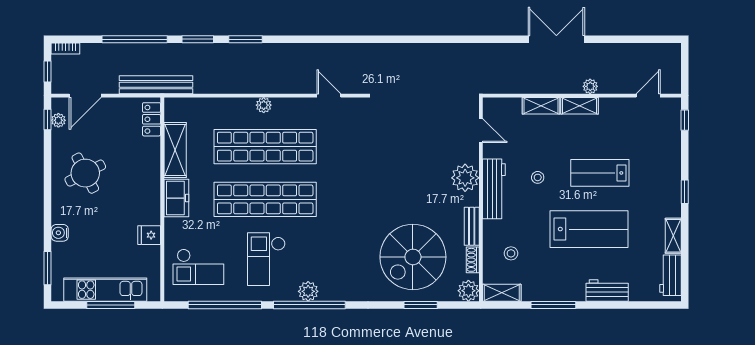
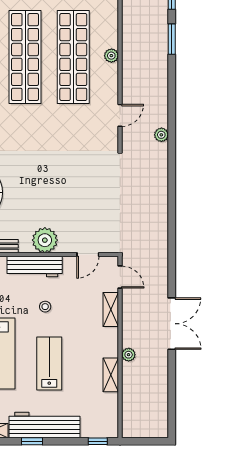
plant: (350, 51) -> (161, 135), added
door: (648, 96) -> (120, 277), moved
shelving: (580, 106) -> (111, 375), moved
workbench: (667, 178) -> (44, 425), added

